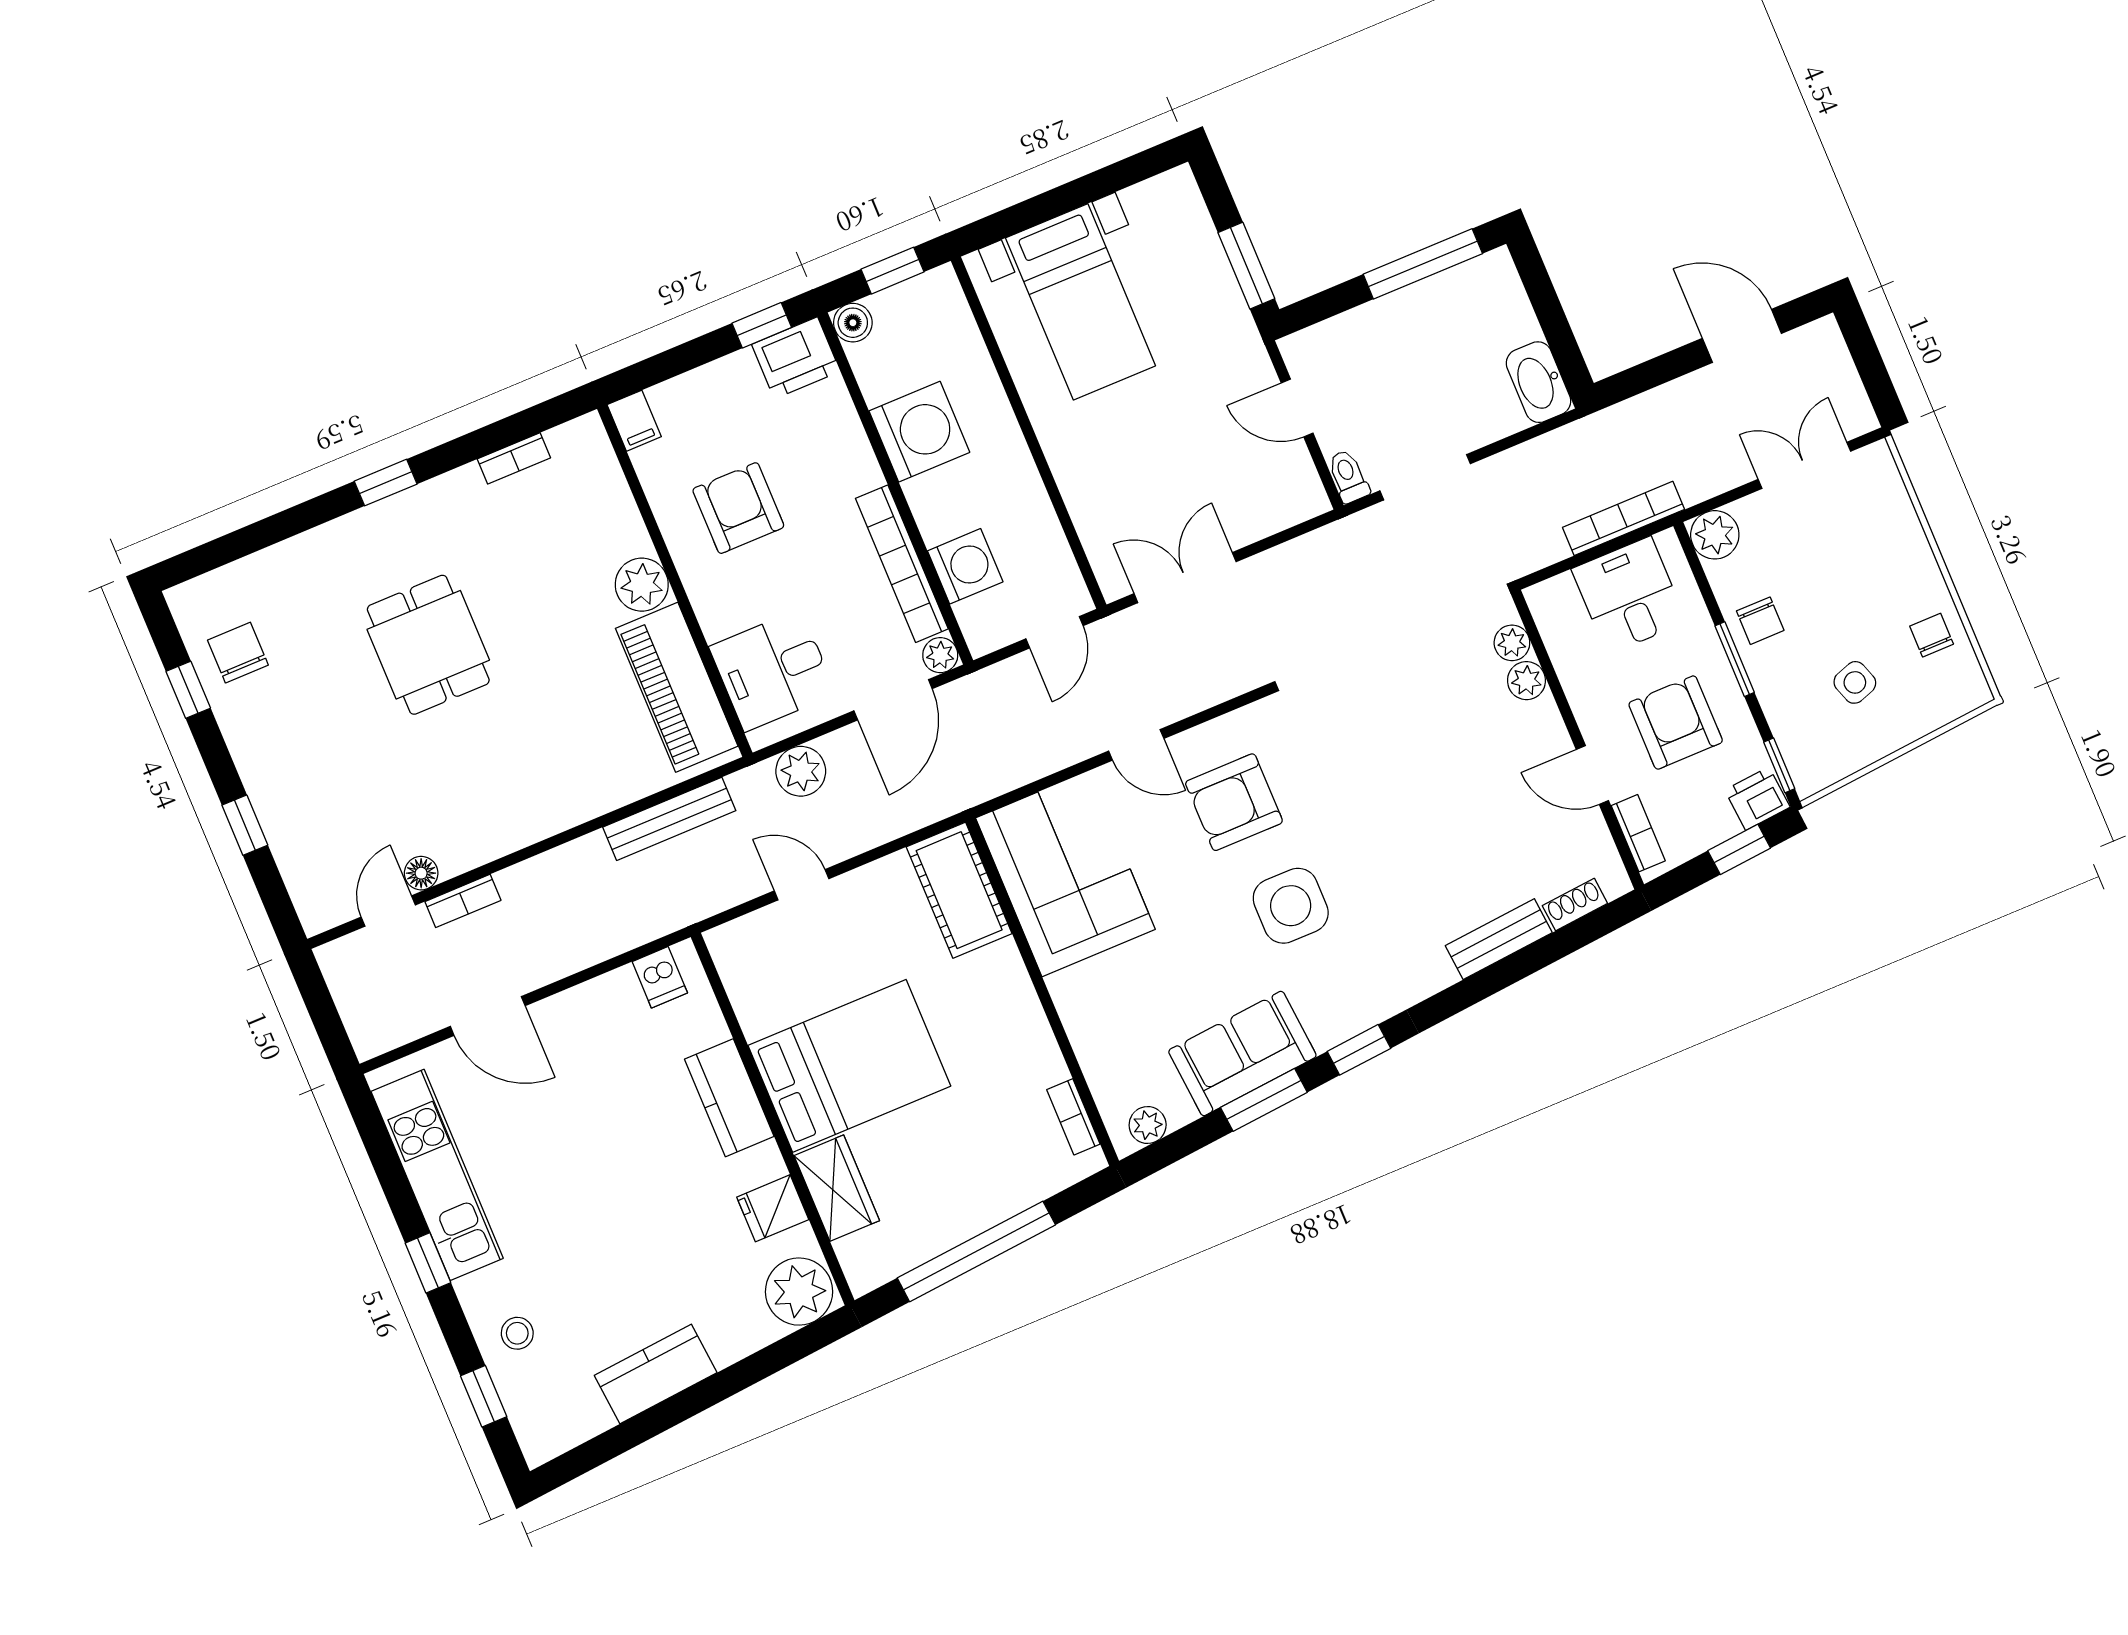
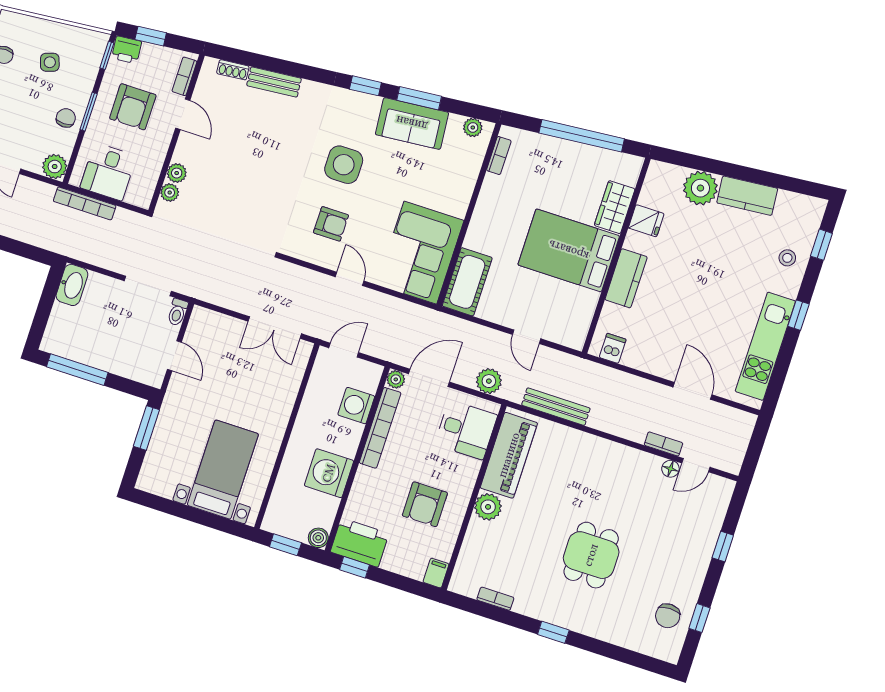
printer: (796, 358) -> (360, 543), width x1.37, depth x1.19
armchair: (1234, 802) -> (331, 224), width x0.72, depth x0.72
plant: (799, 1292) -> (700, 188), moved

